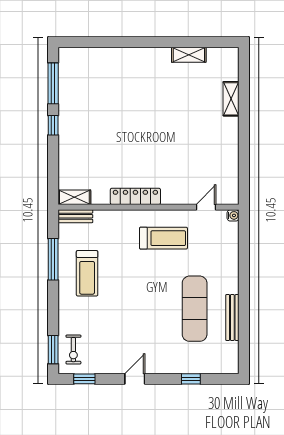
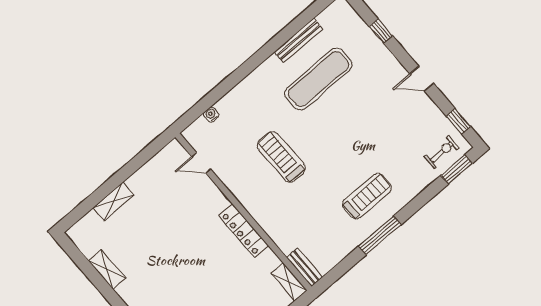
locker: (135, 196) -> (244, 231), moved
shelving: (74, 197) -> (289, 282), moved
wall: (148, 207) -> (243, 212), moved
door: (206, 207) -> (201, 163), moved
bench: (75, 216) -> (304, 267), moved

